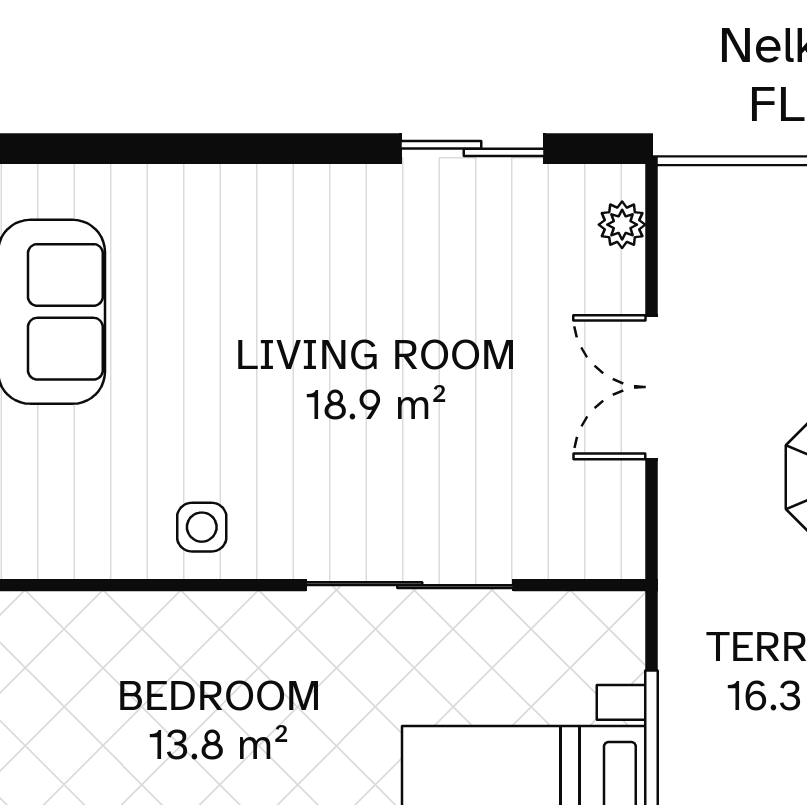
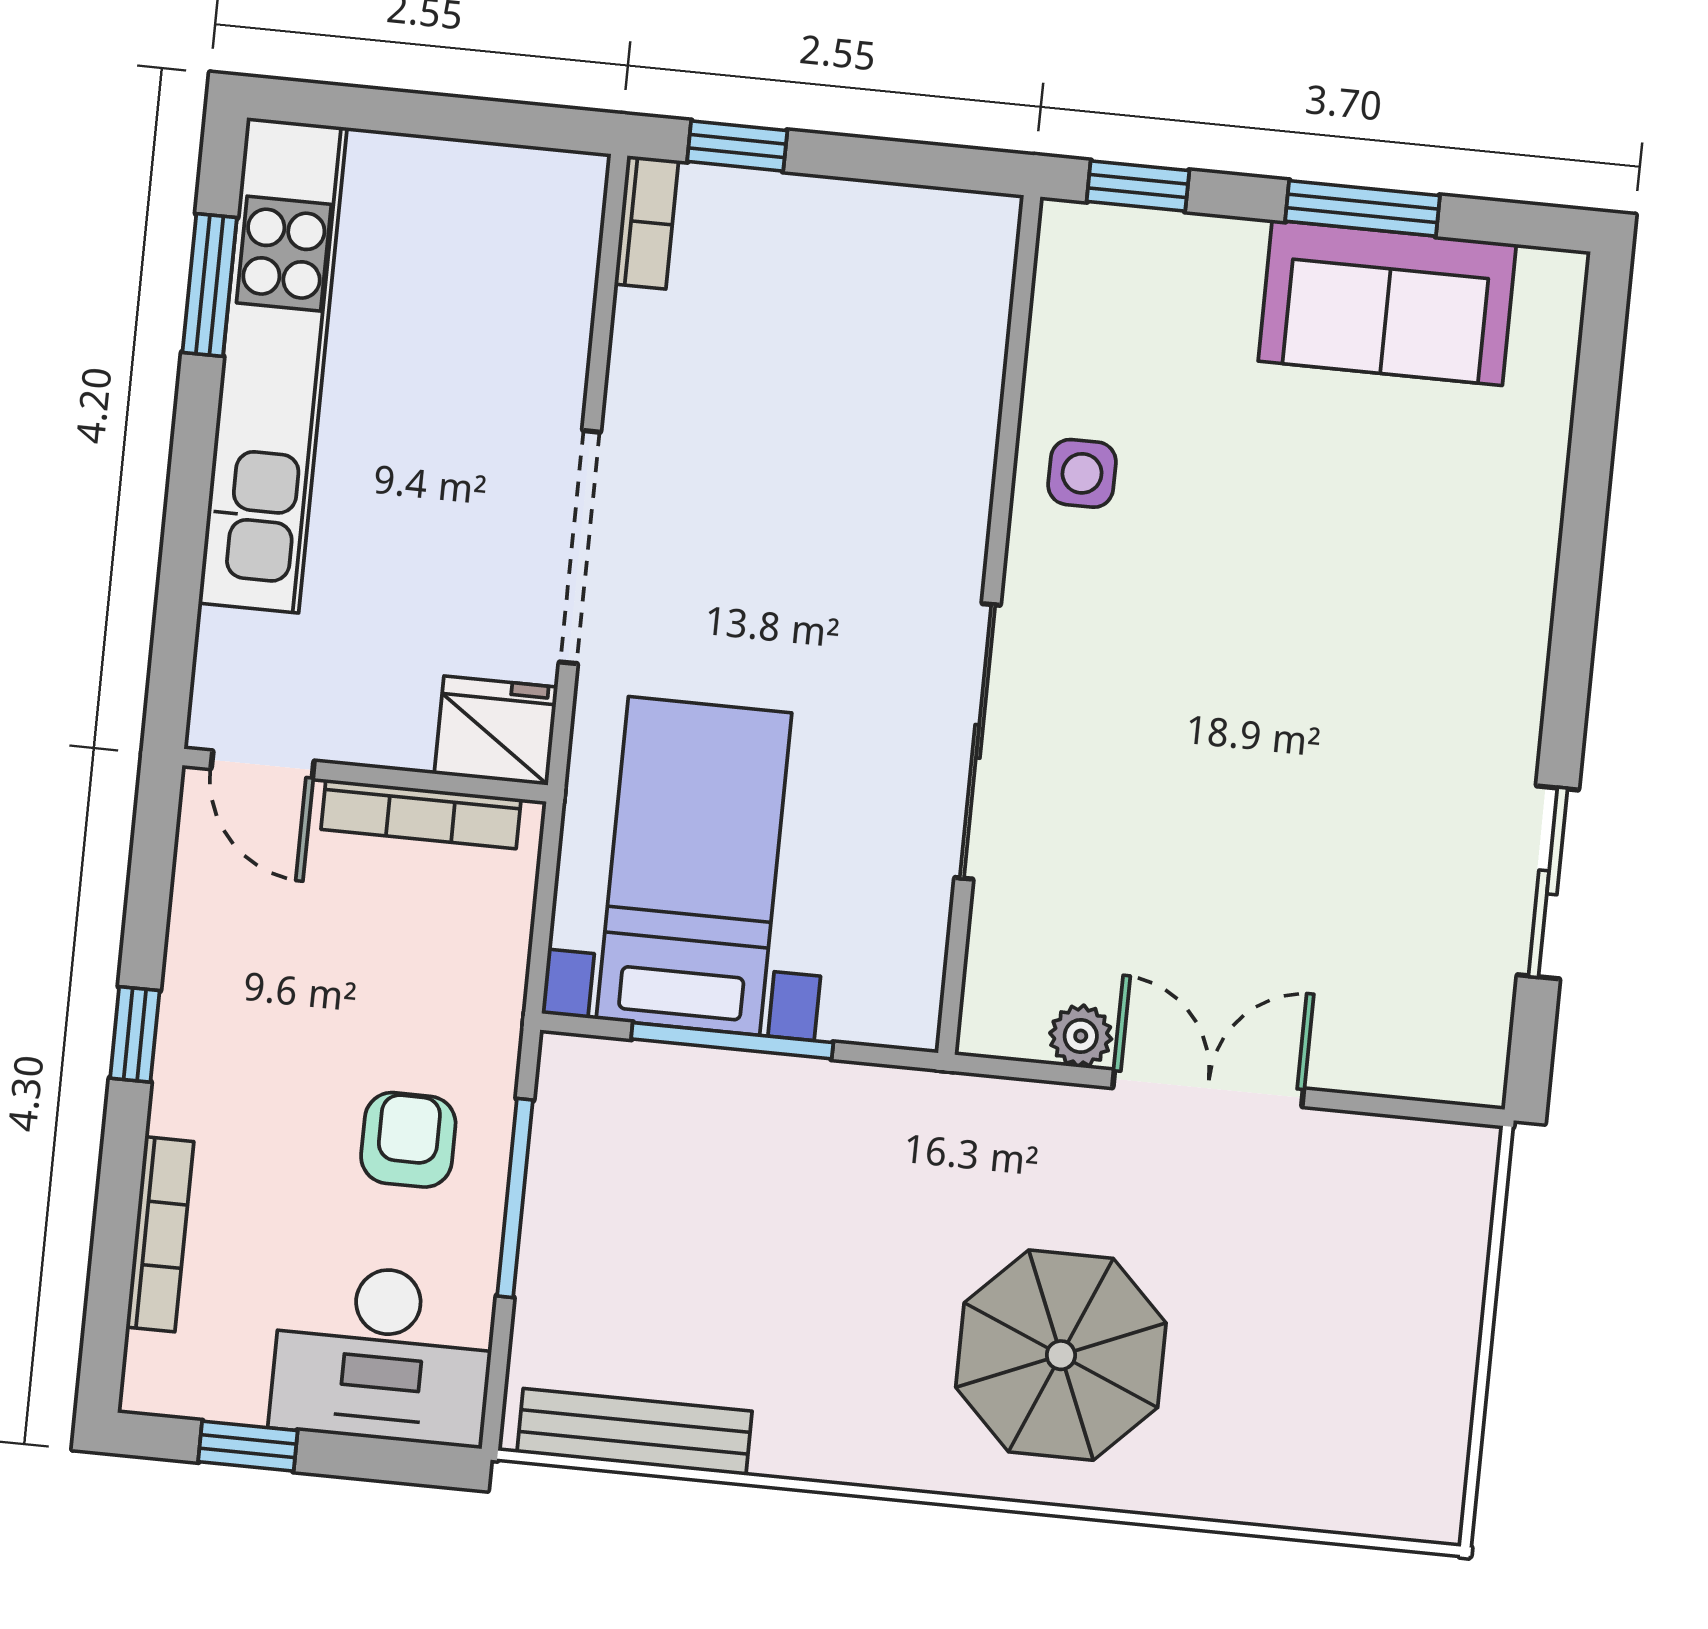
plant: (622, 225) -> (1081, 1036), moved

